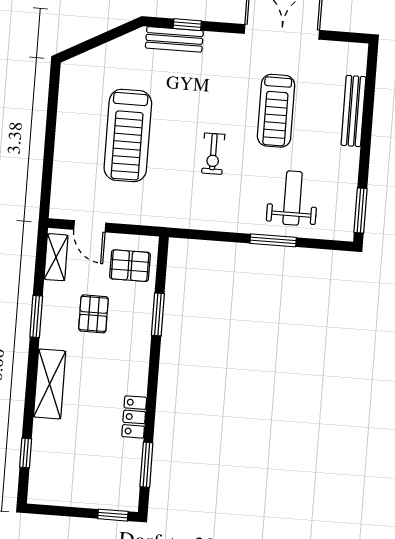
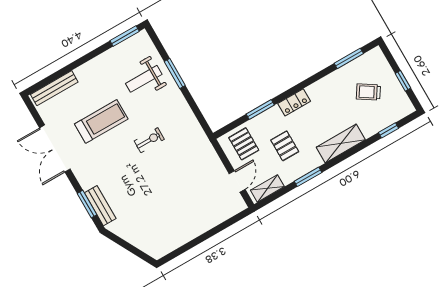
window: (187, 25) -> (87, 204), width x1.50
bench: (353, 111) -> (54, 88), moved
treadmill: (128, 135) -> (172, 195), removed
pallet: (93, 314) -> (285, 146), turned 90
locker: (134, 417) -> (294, 102), moved
trolley: (89, 460) -> (368, 92), added
window: (113, 515) -> (403, 81), moved

